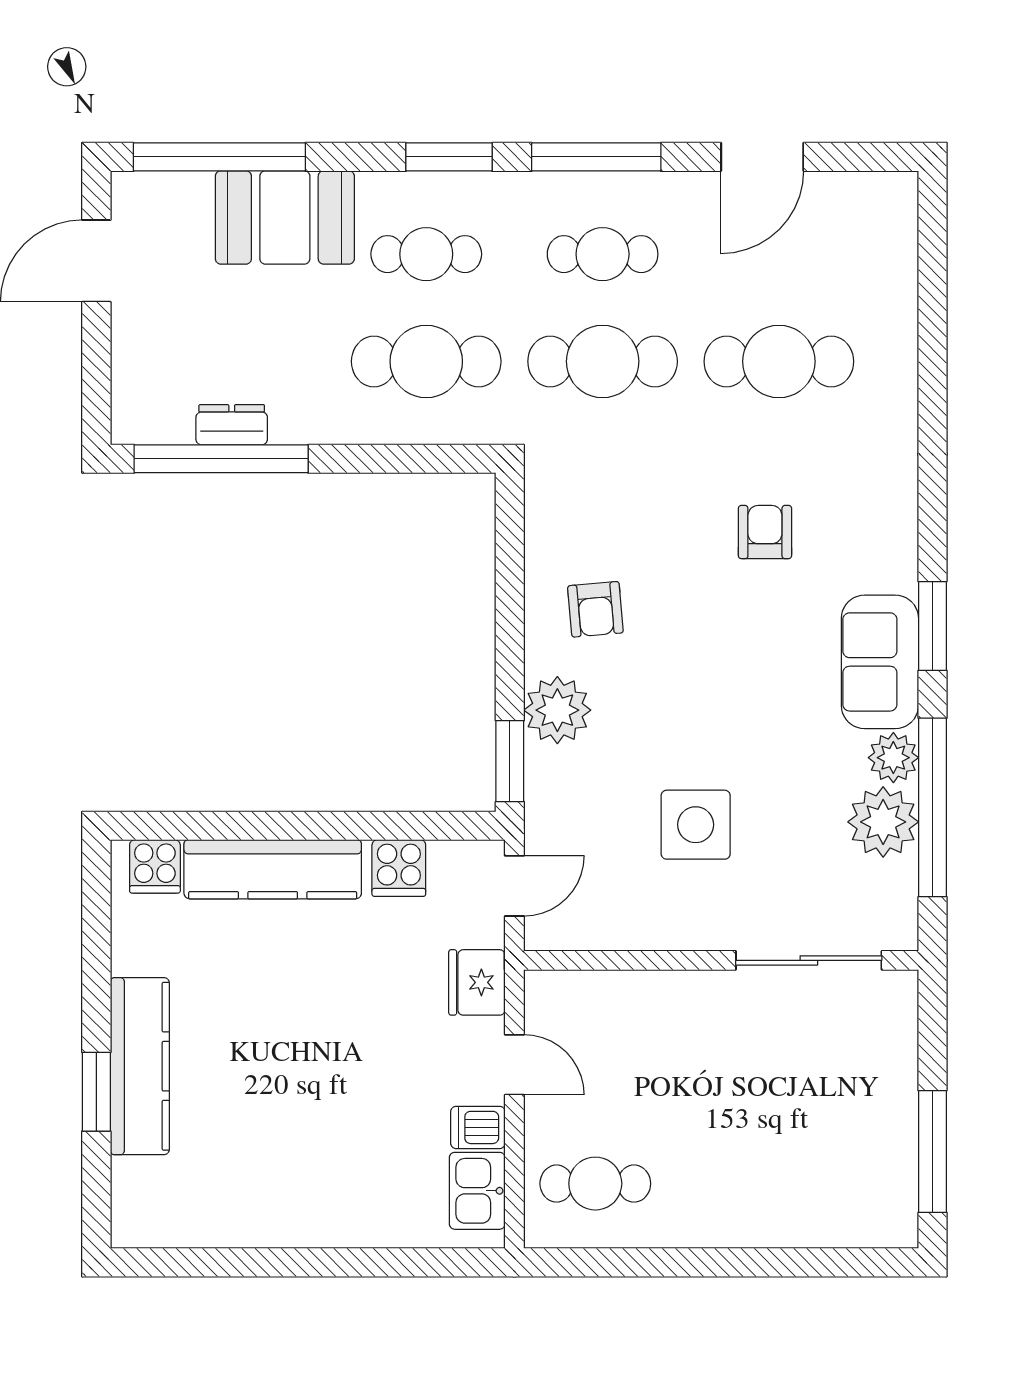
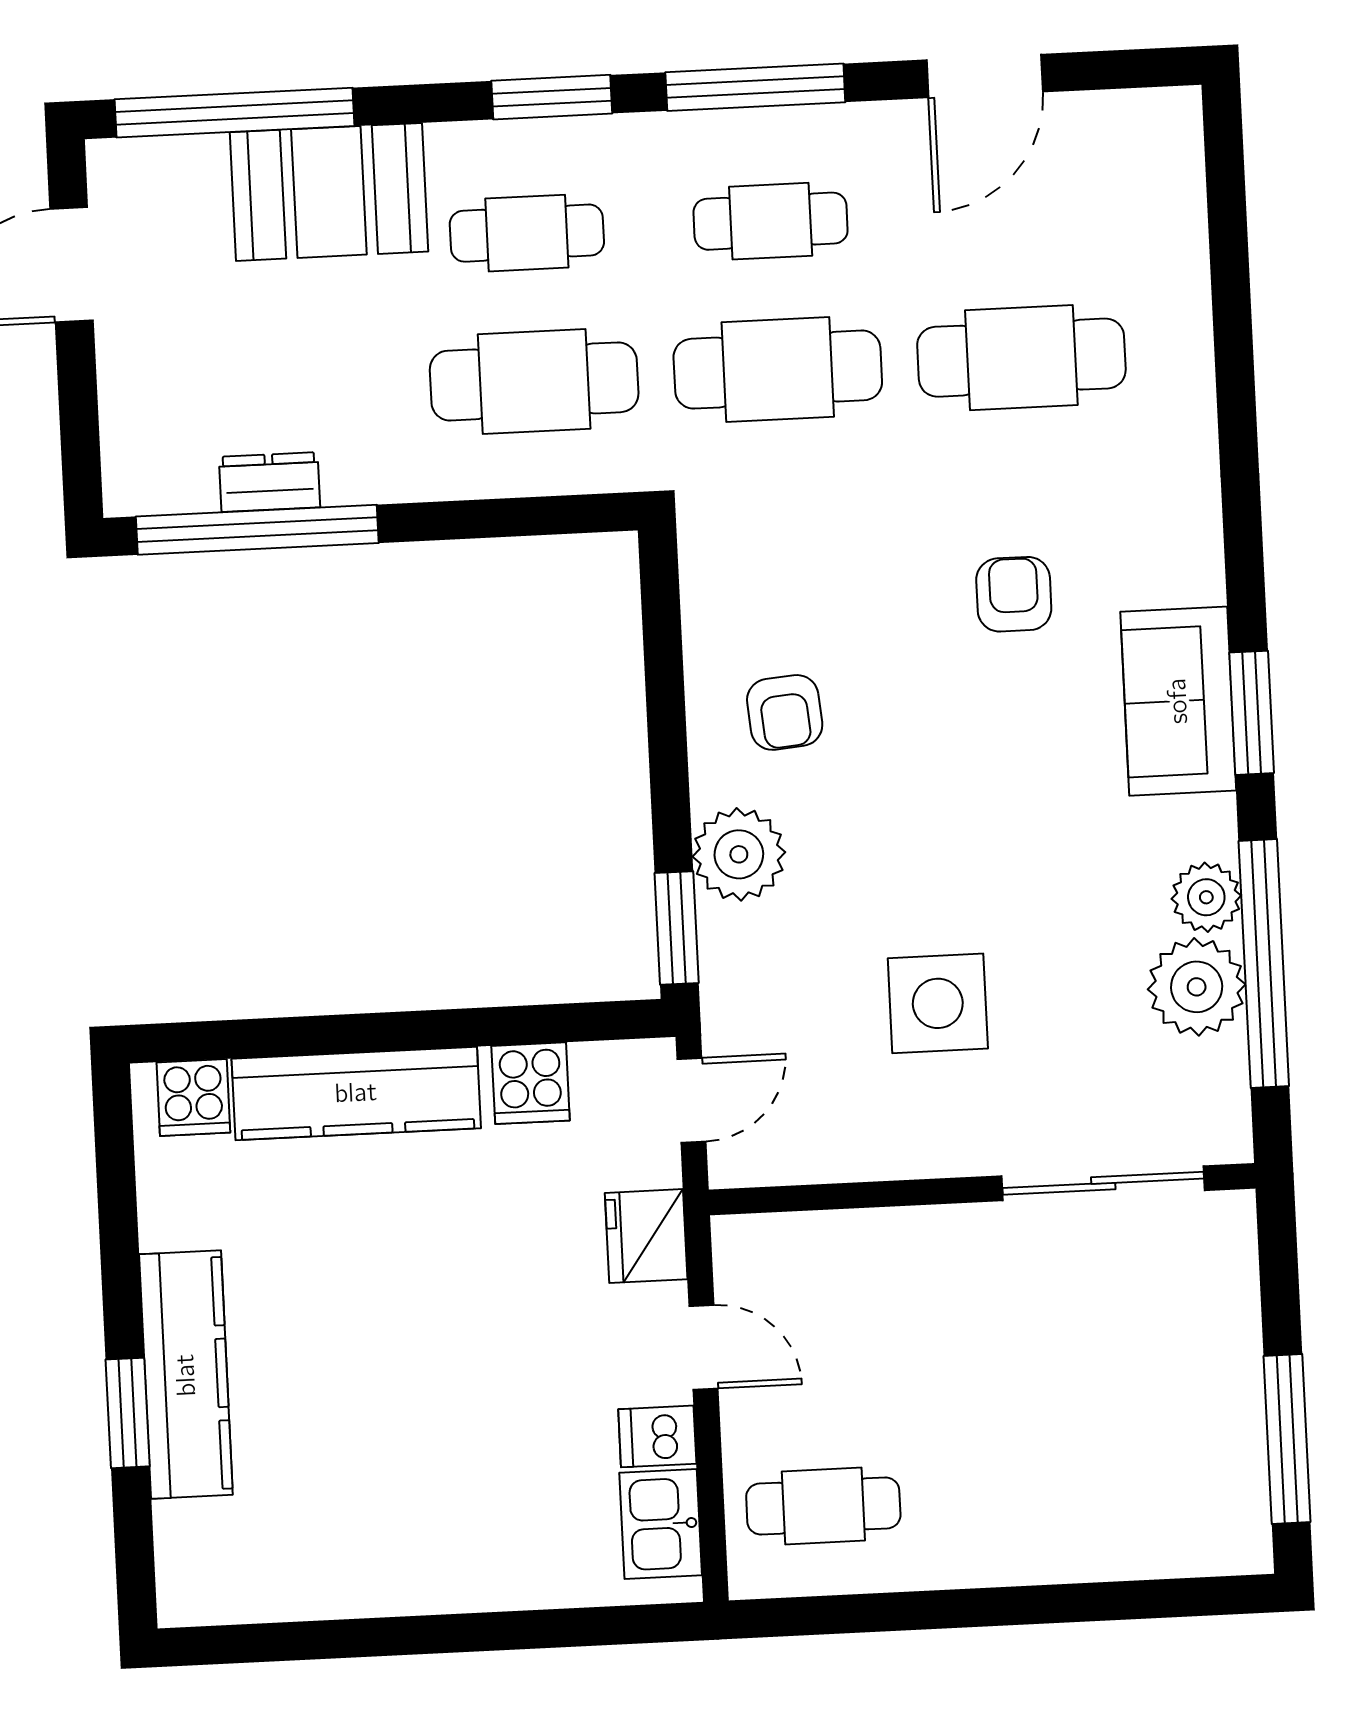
sofa: (880, 662) -> (1178, 701), moved

